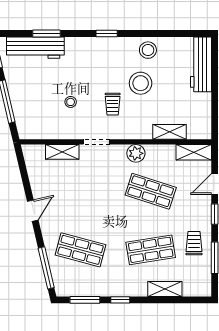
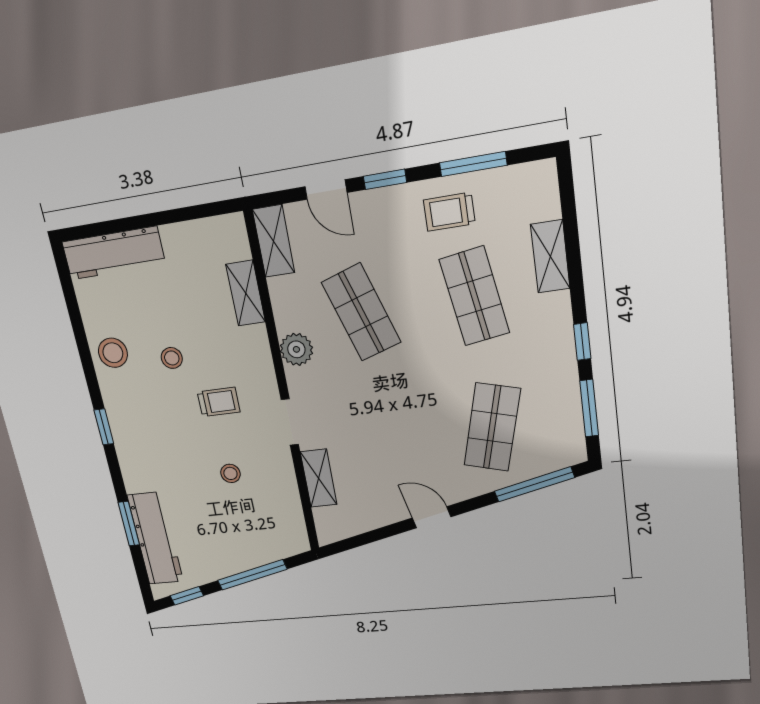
stool: (141, 83) -> (172, 358), width x0.53, depth x0.53
shop shelf: (151, 191) -> (361, 312), turned -36

